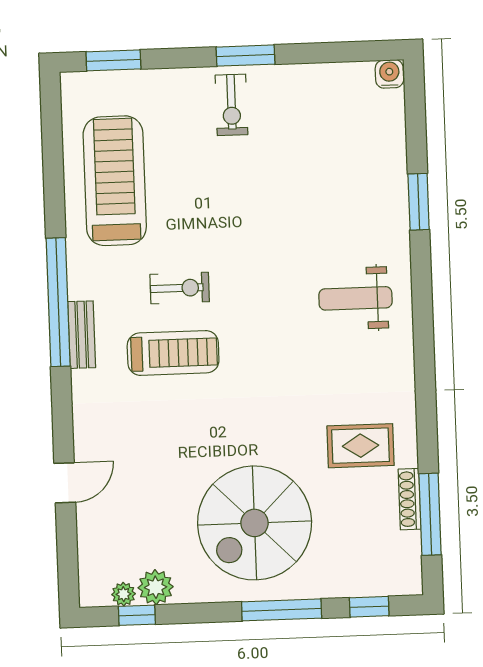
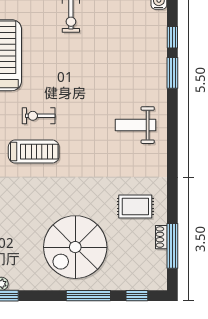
window: (416, 137) -> (172, 37), added
exercise bike: (180, 288) -> (39, 116), turned 180
shoe rack: (410, 499) -> (161, 237), width x0.70
plant: (156, 587) -> (19, 281), removed

